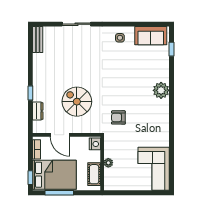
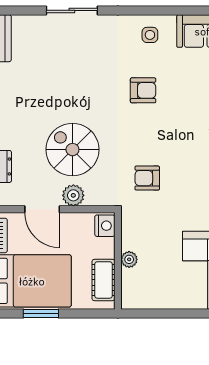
armchair: (116, 69) -> (143, 90), added
plant: (77, 127) -> (73, 195), added
window: (59, 193) -> (41, 313), width x0.69

